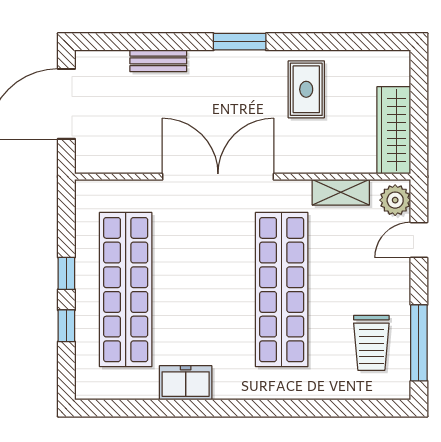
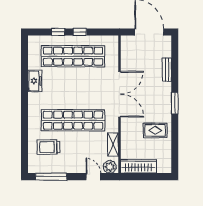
trolley: (371, 343) -> (48, 147), moved

